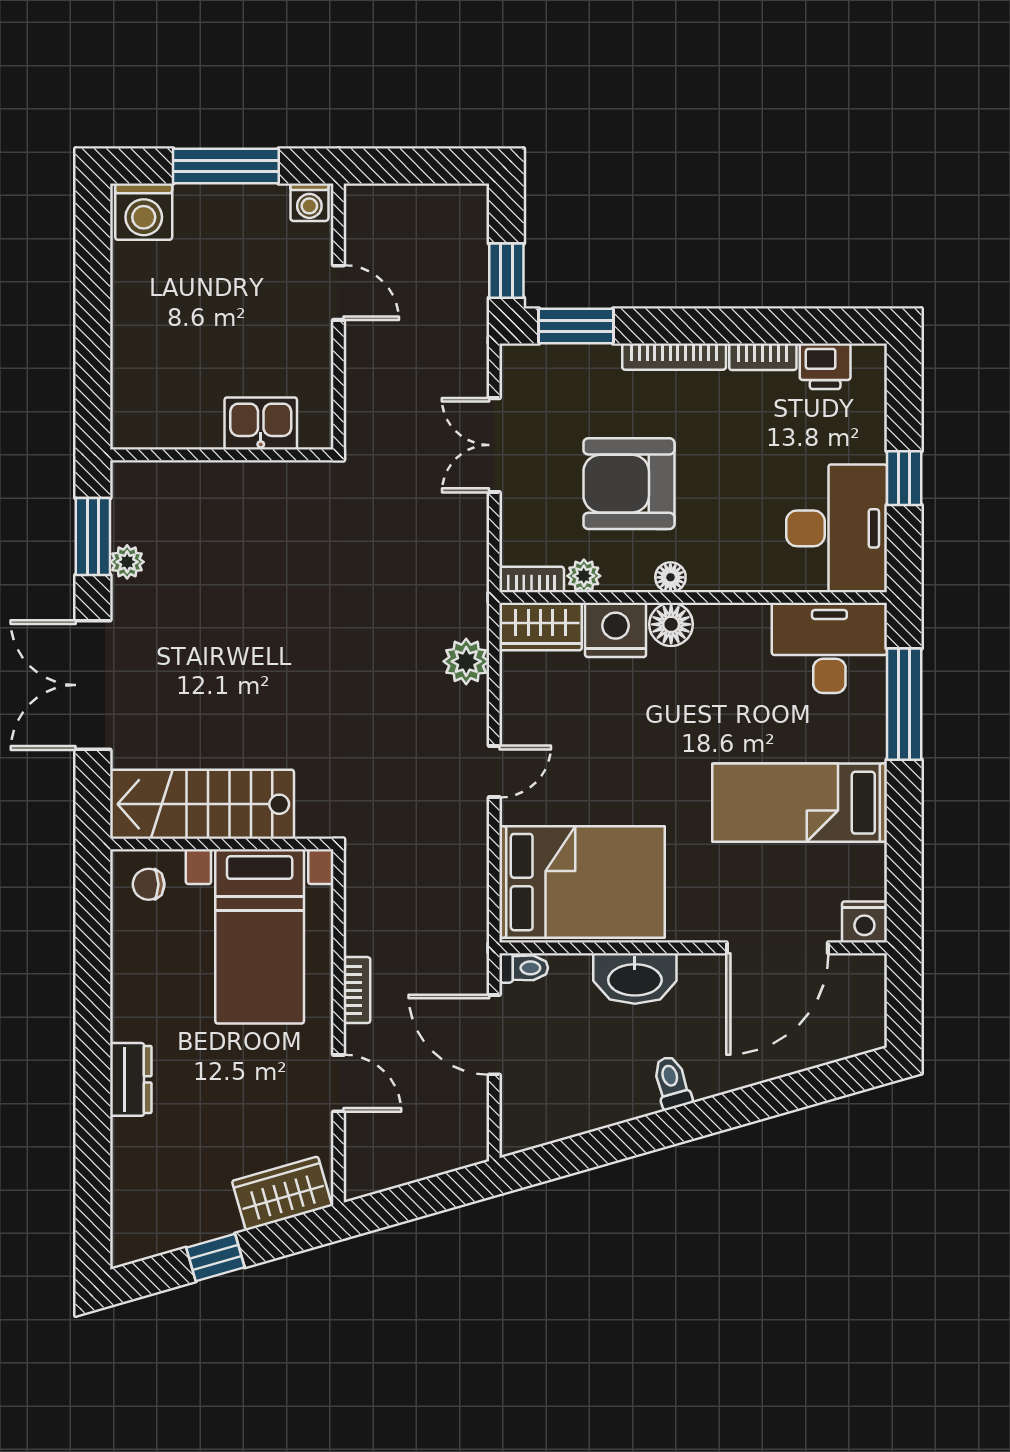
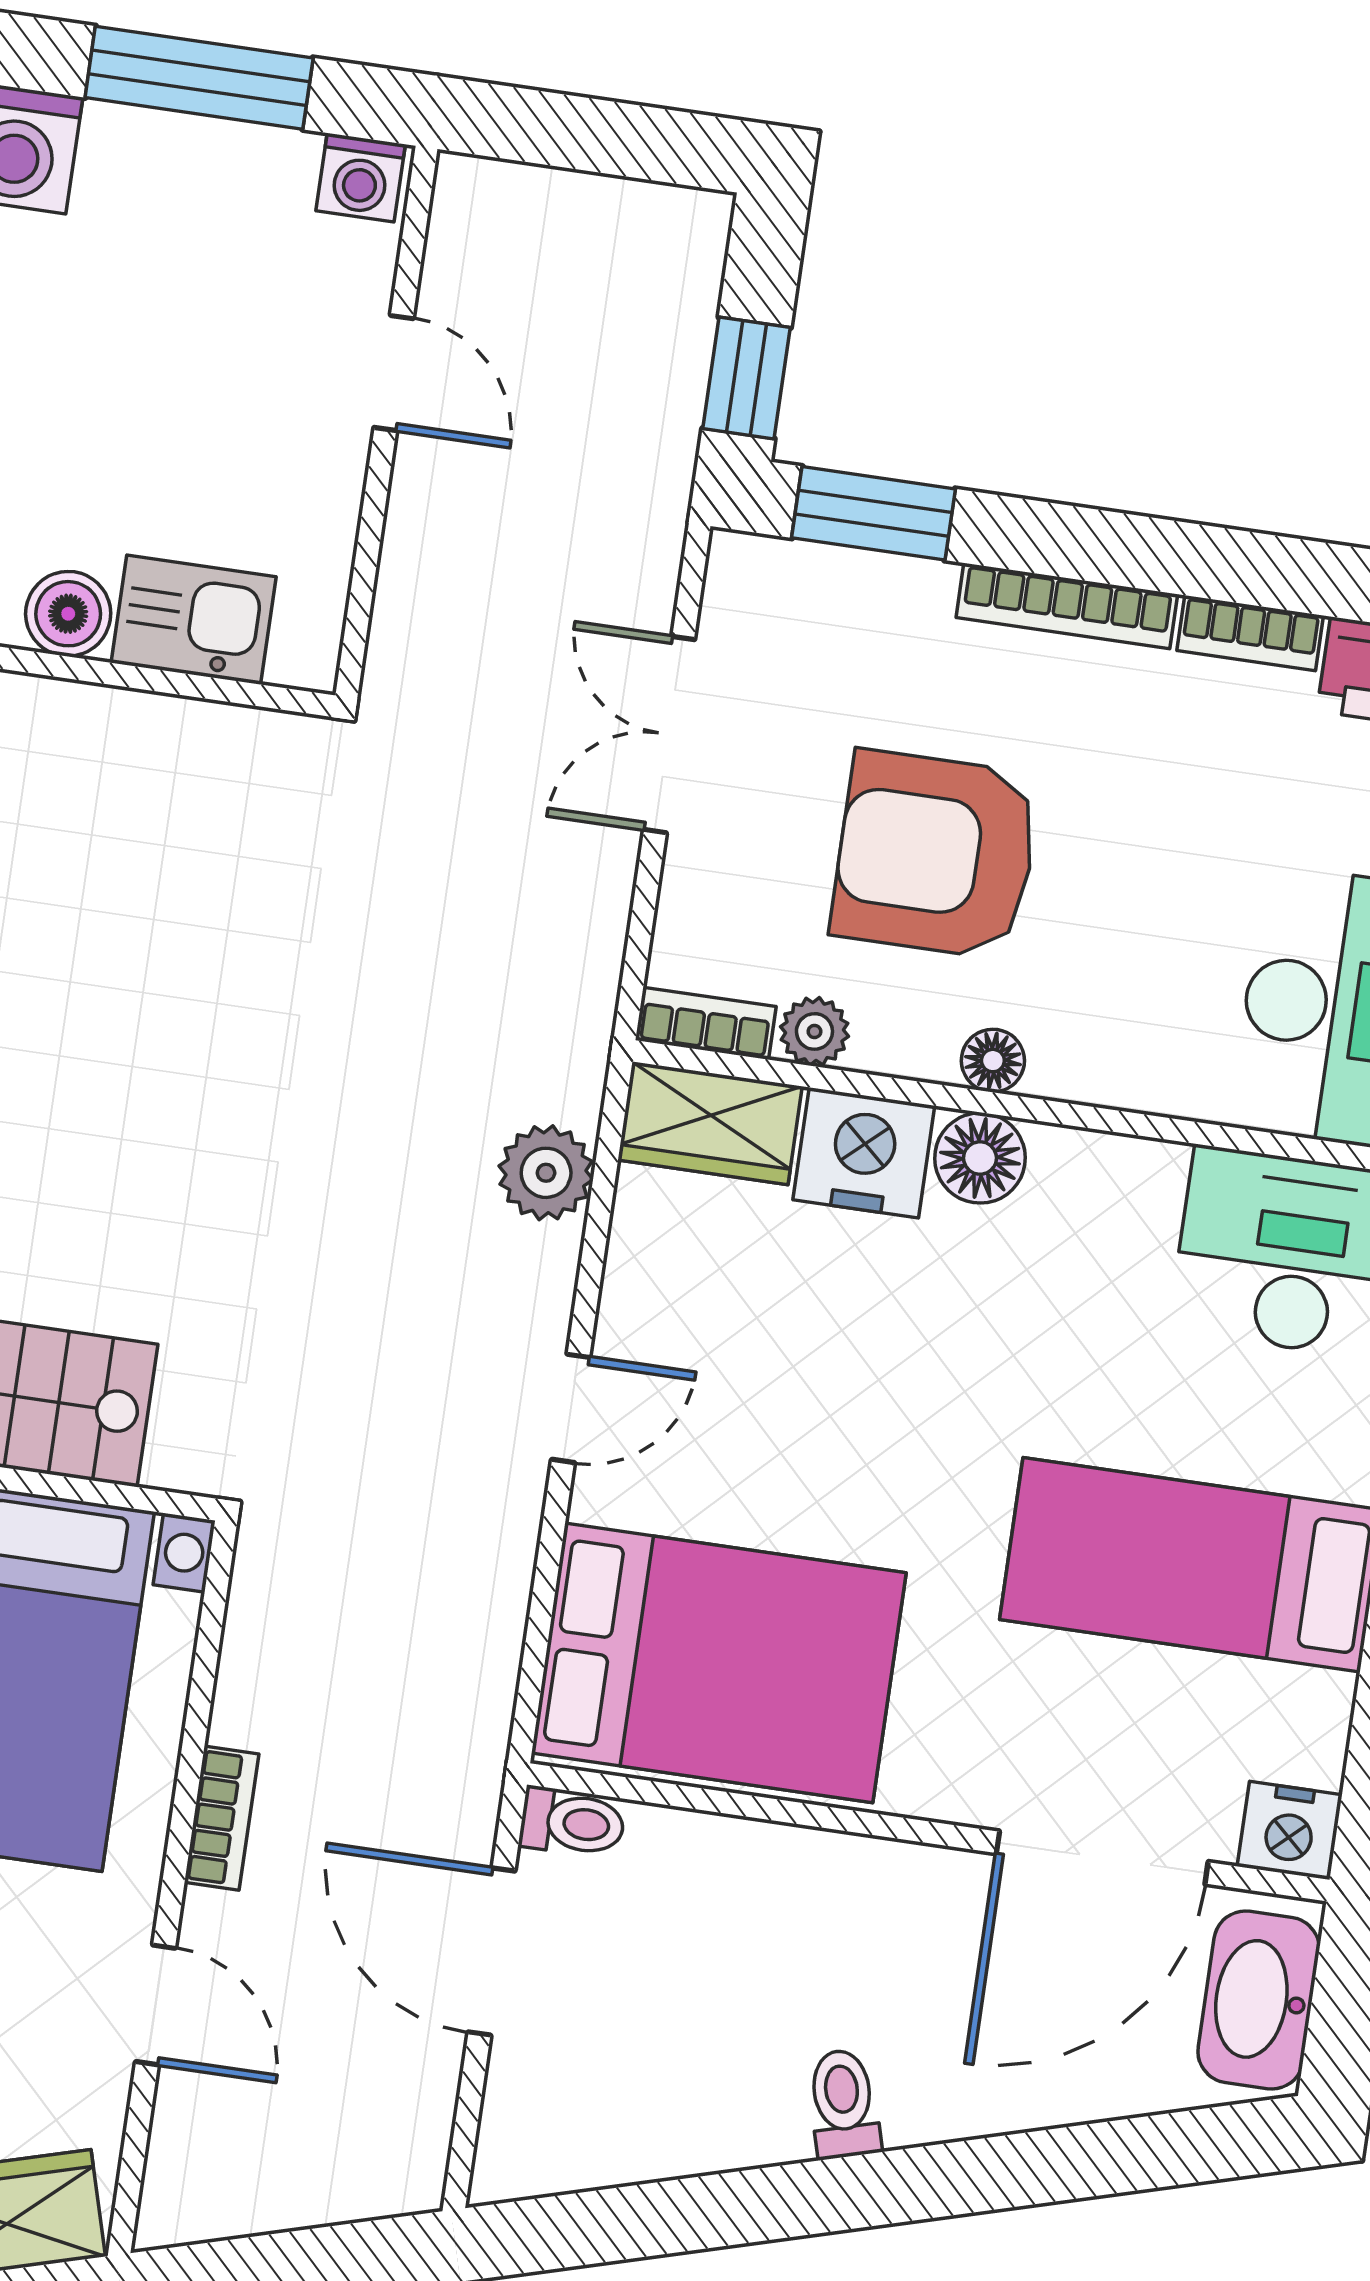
boiler: (201, 429) -> (68, 614), added
washbasin: (635, 978) -> (1259, 2000), moved, turned 90

